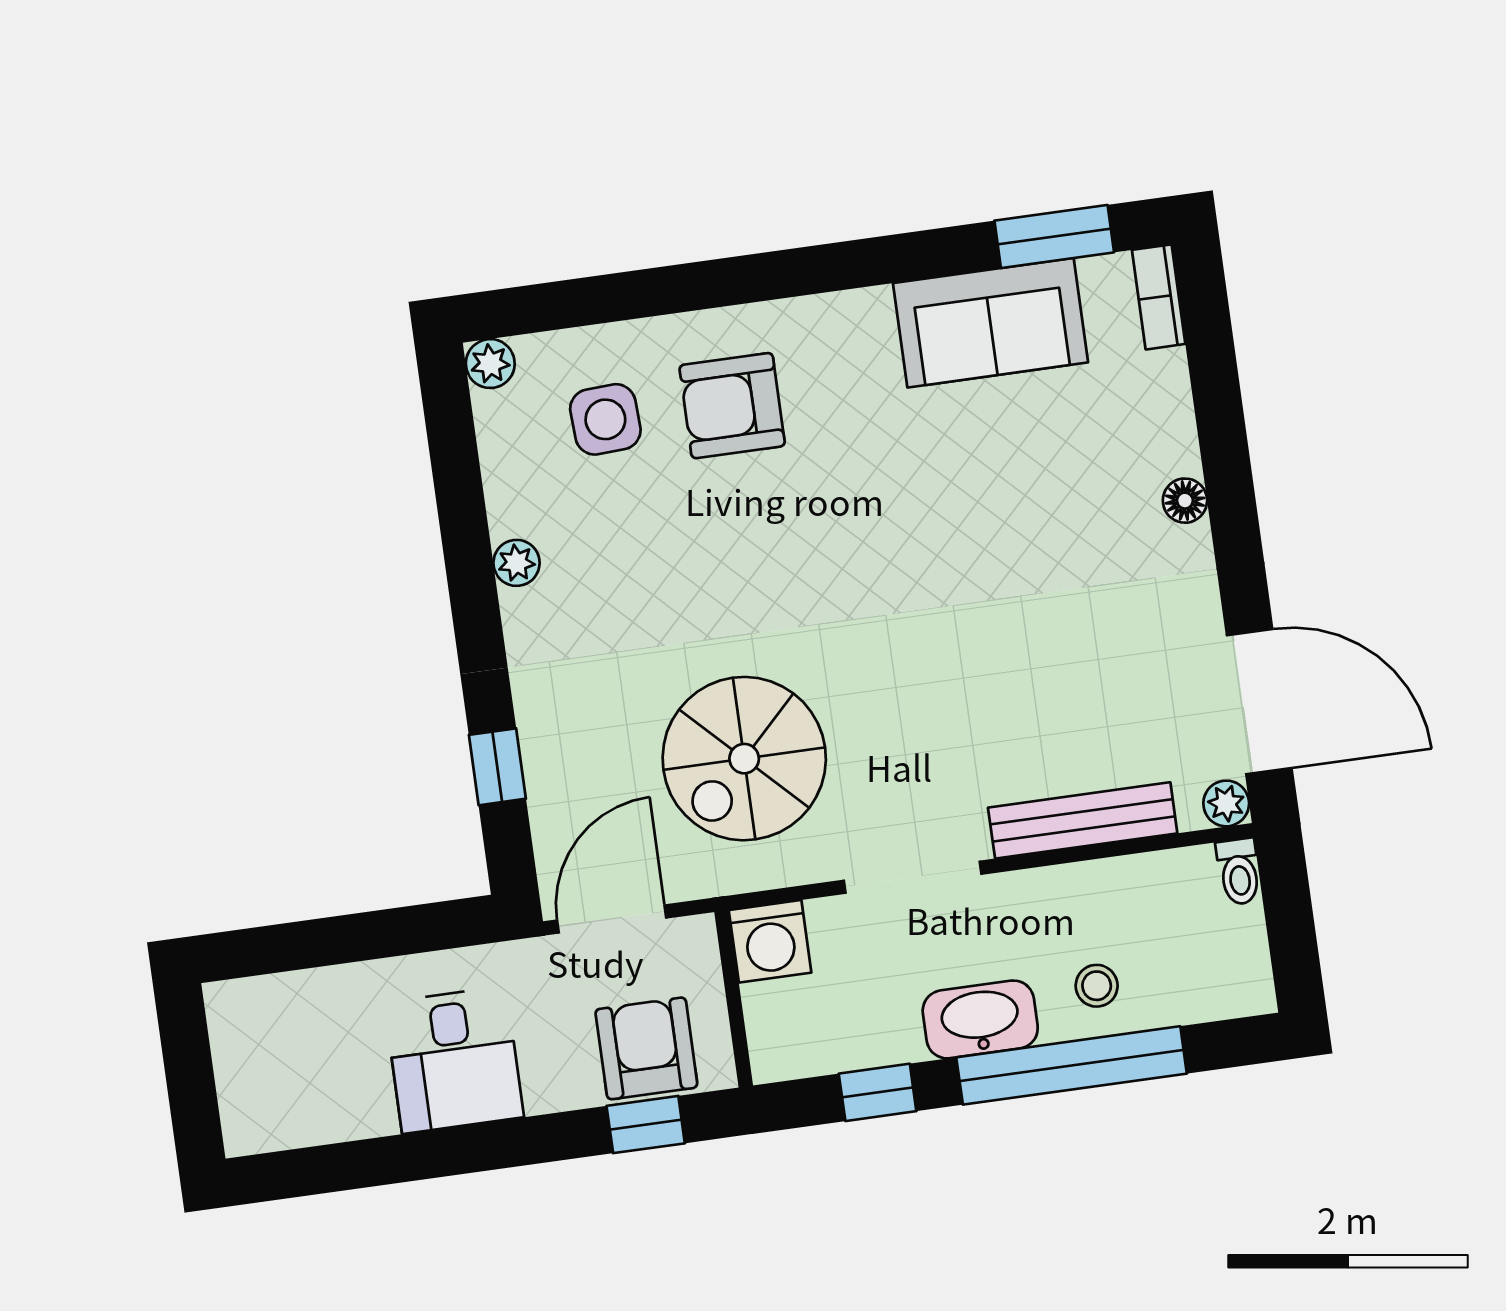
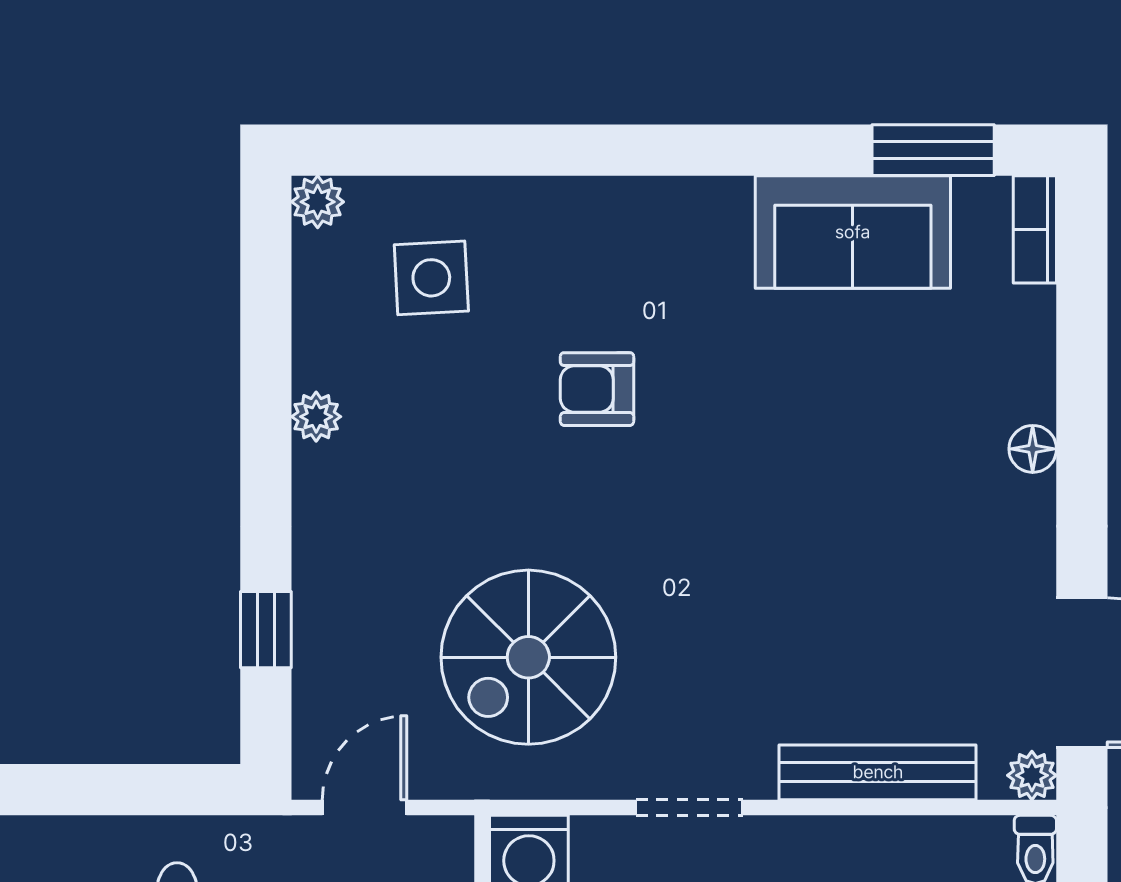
armchair: (732, 406) -> (597, 389), moved, width x0.72, depth x0.72
doorway: (913, 877) -> (689, 808), width x0.73
door: (612, 919) -> (365, 808), width x0.73

